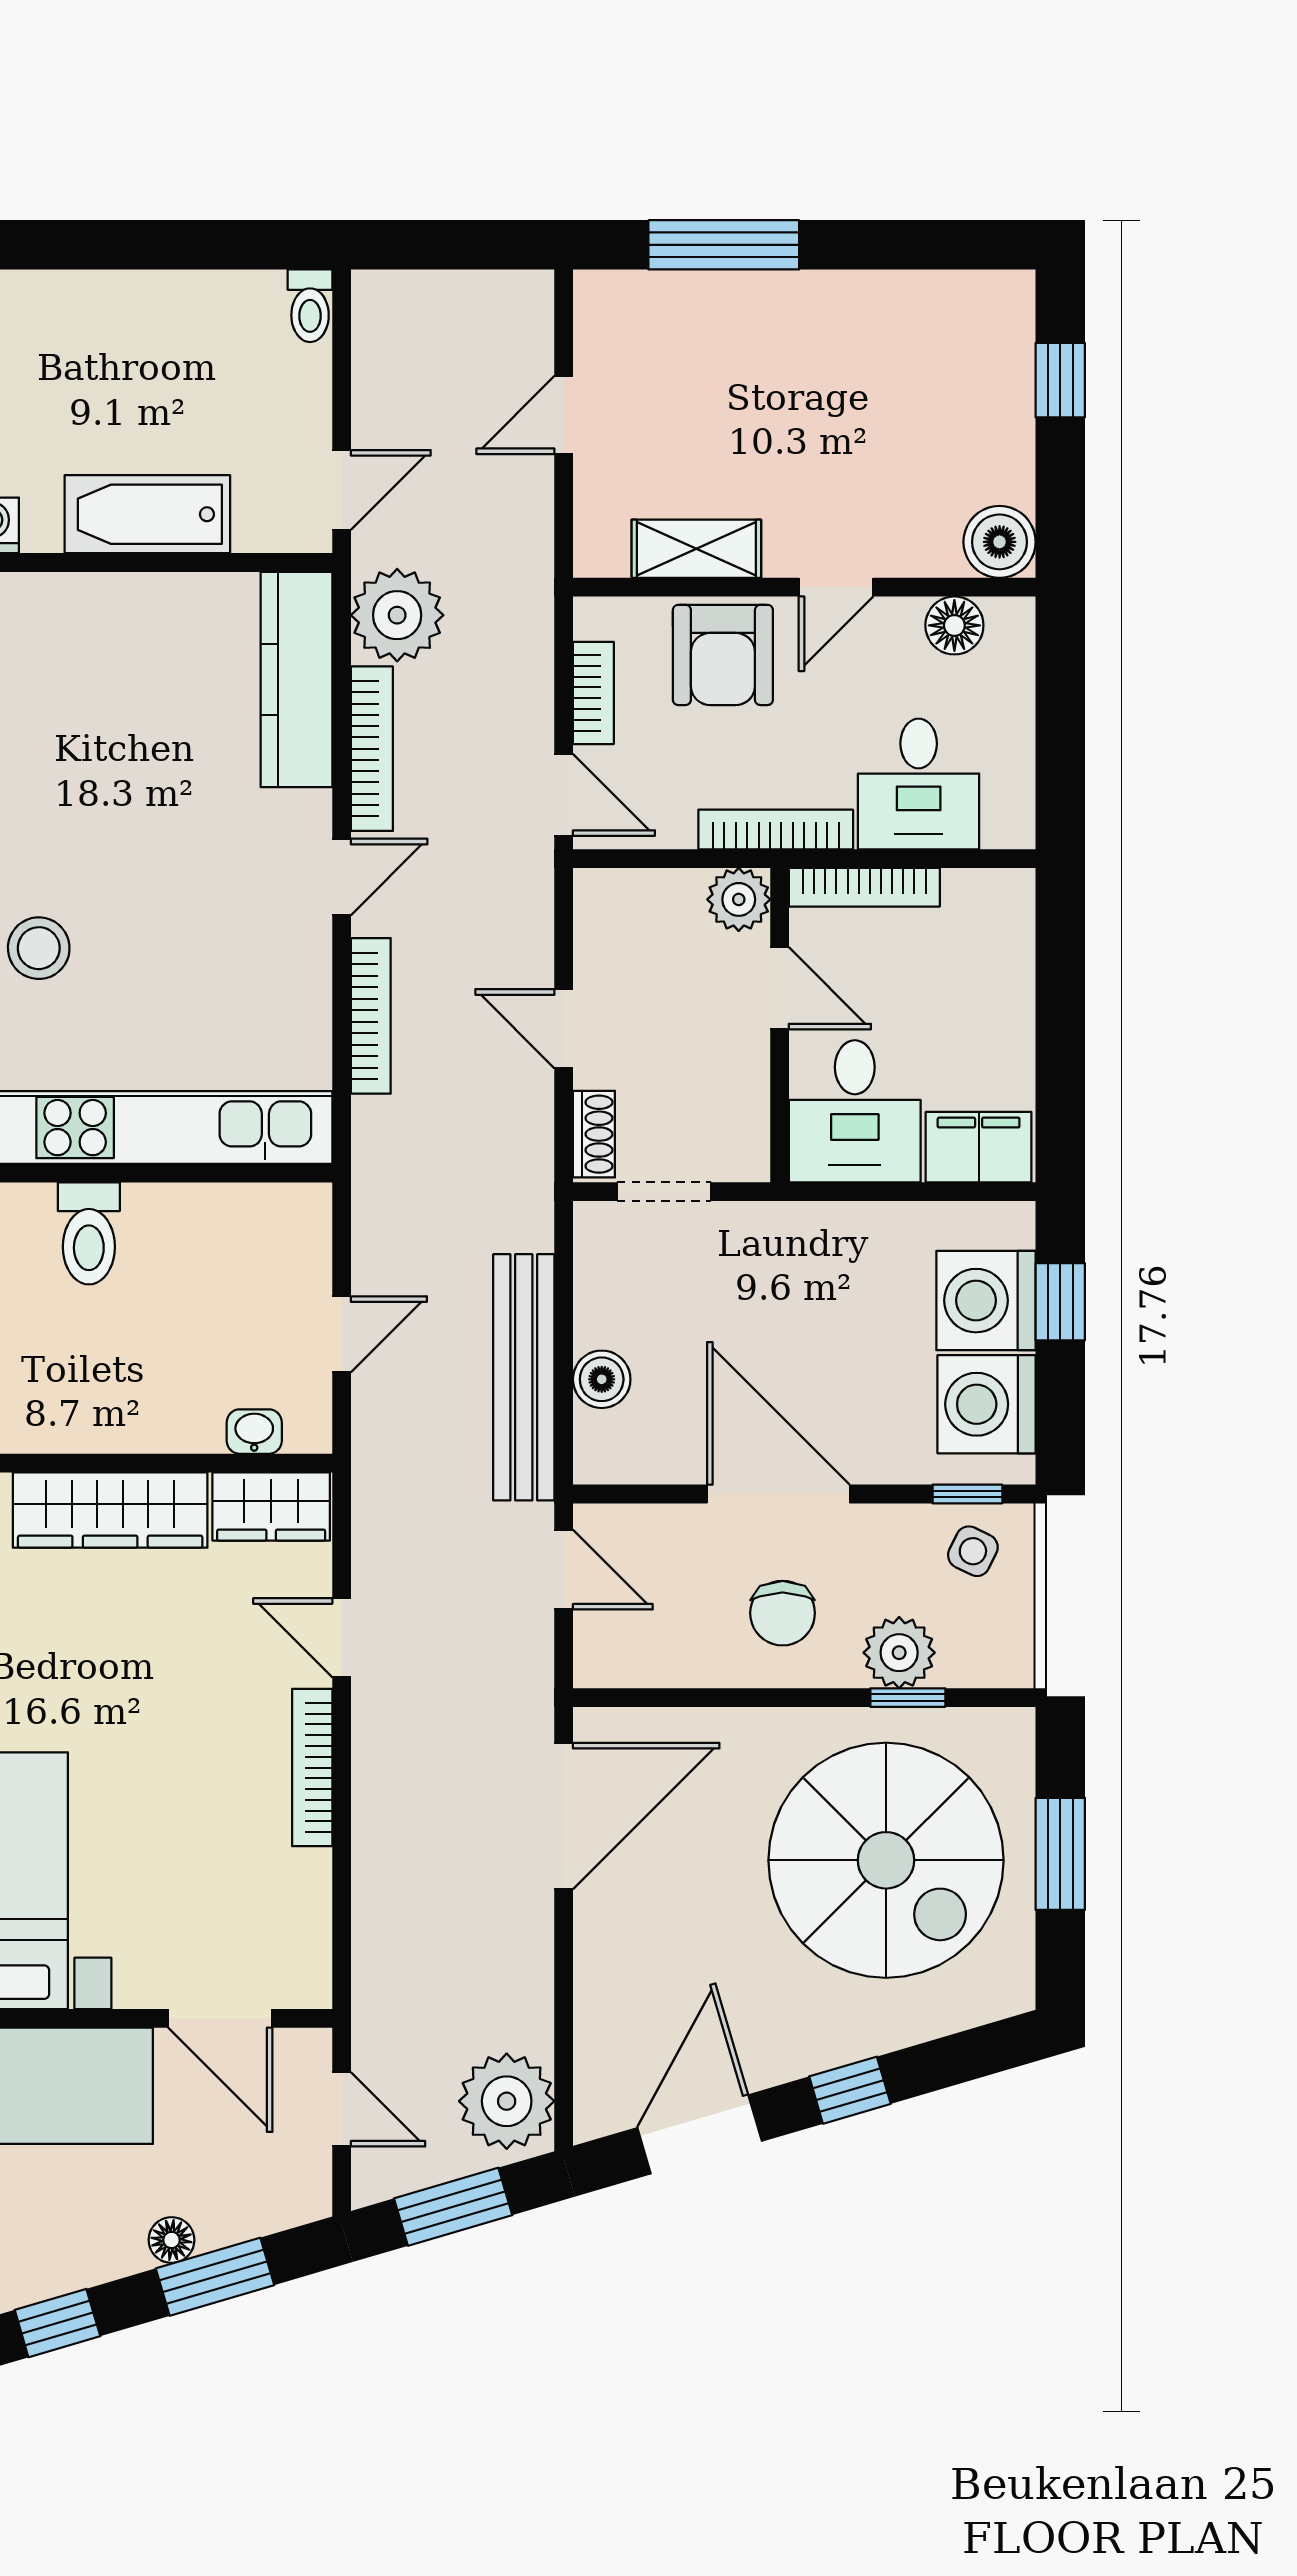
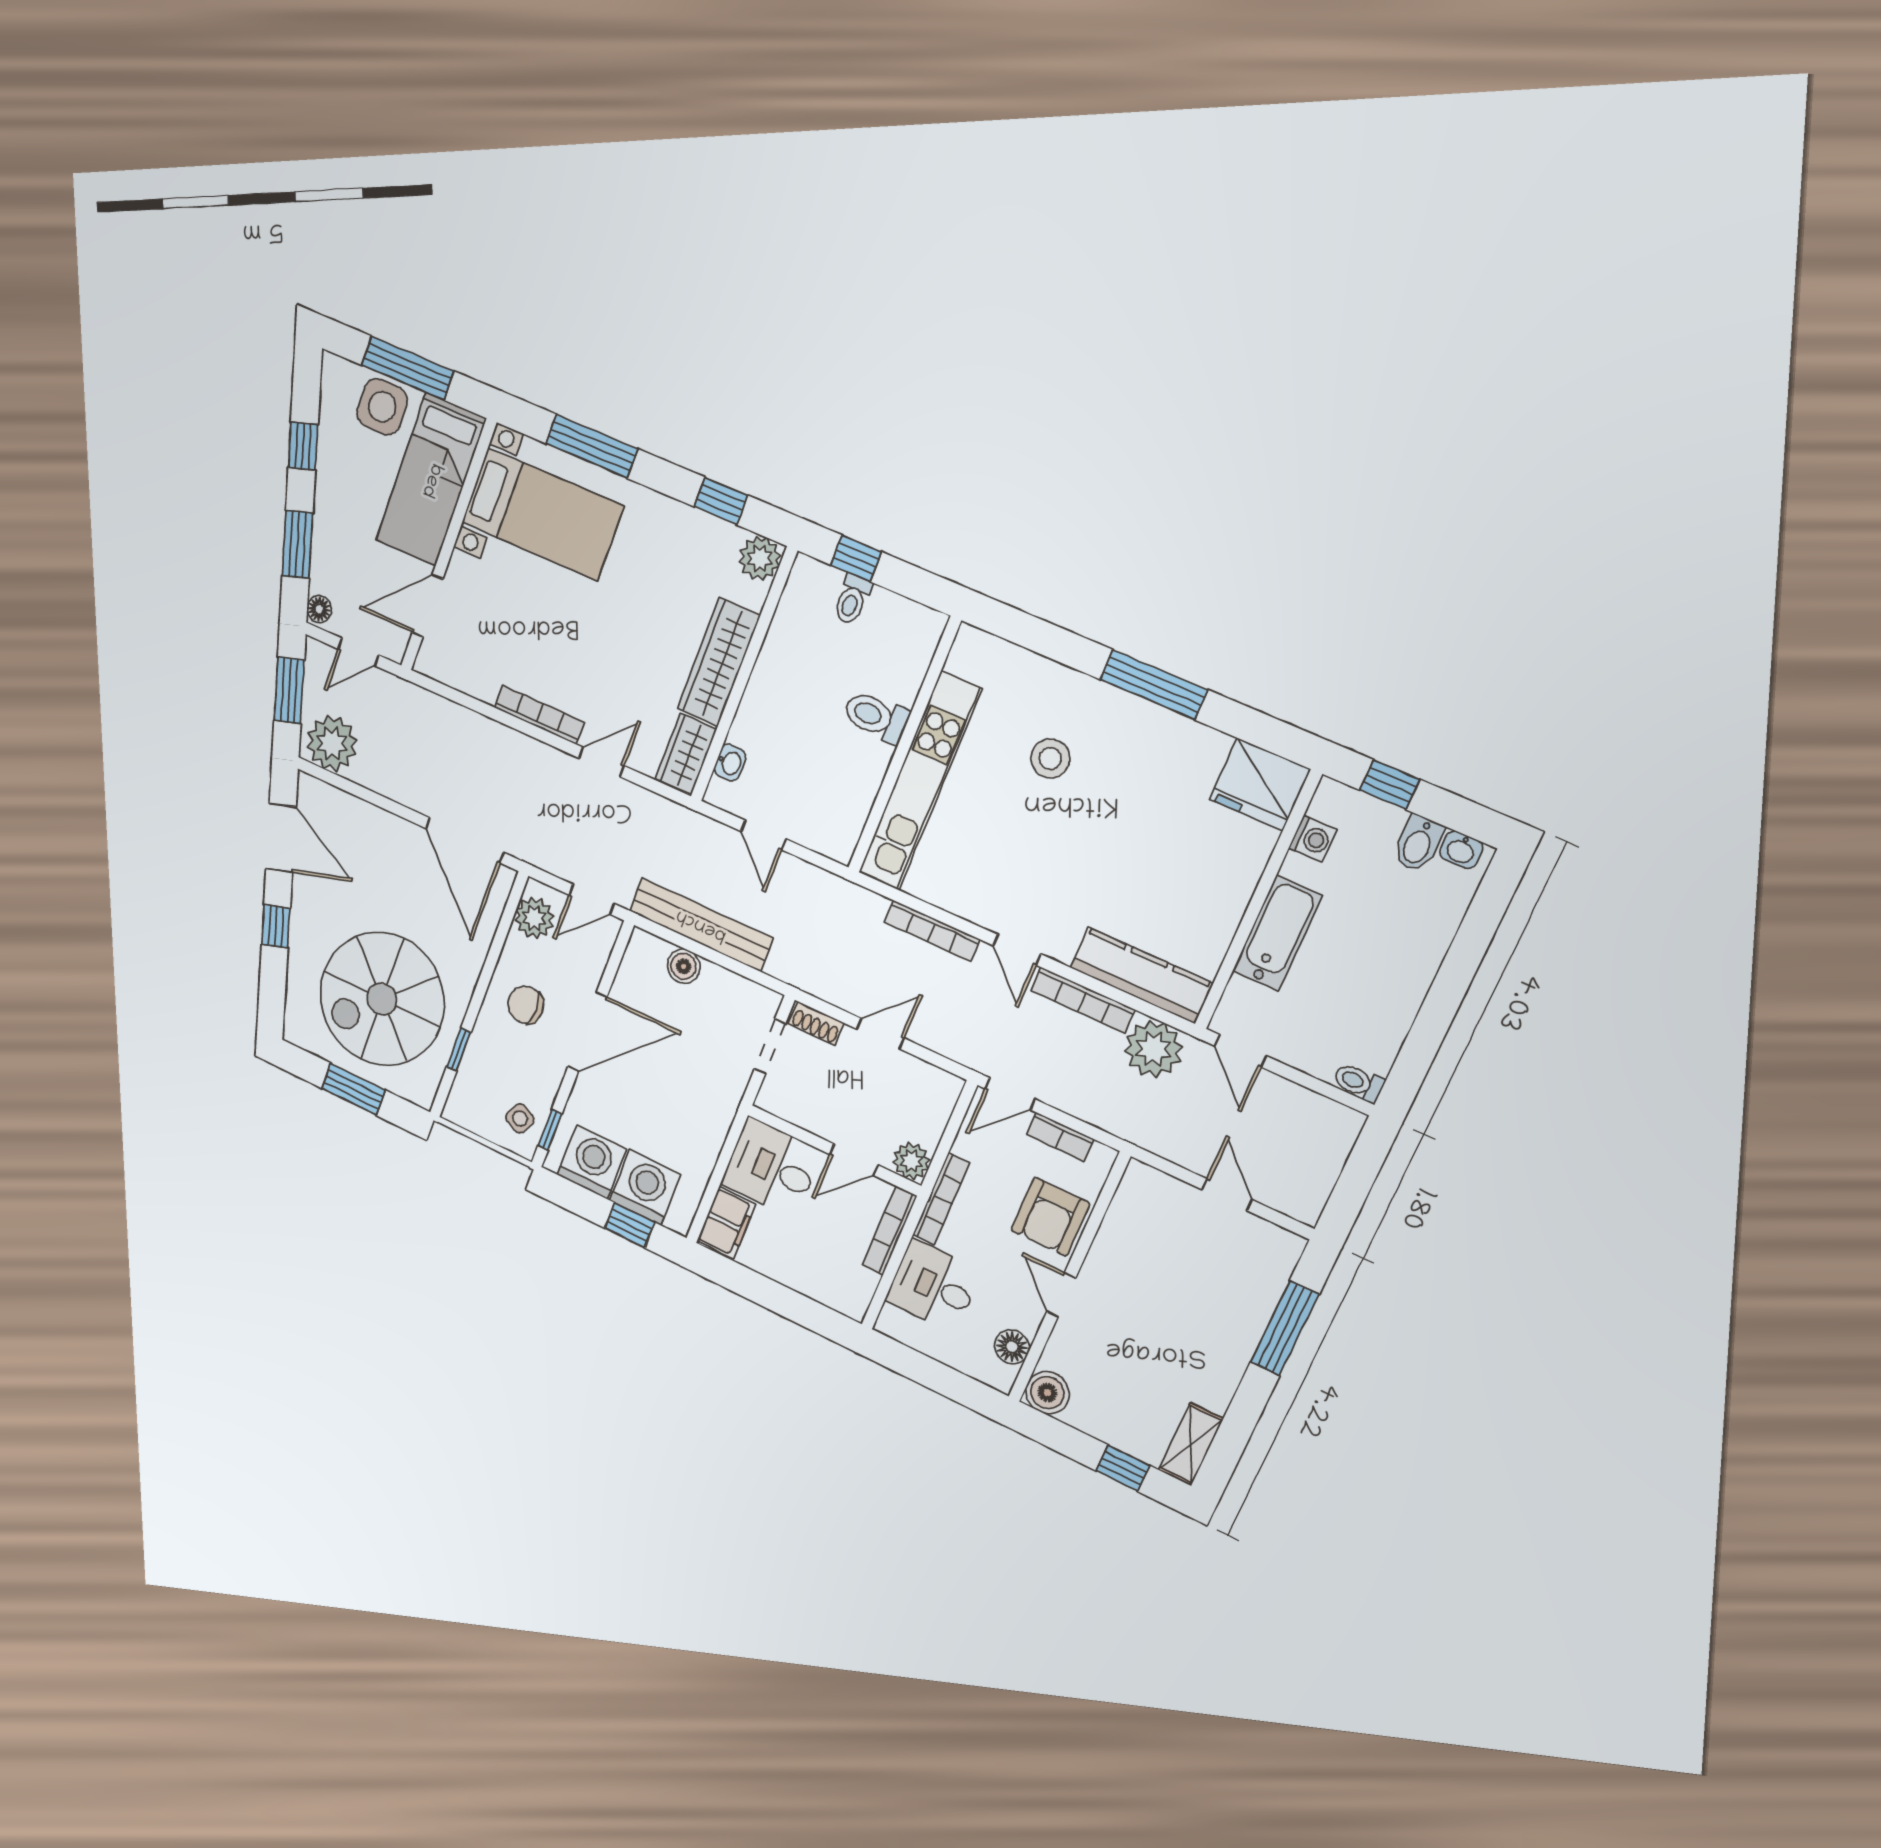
shelving: (696, 549) -> (1191, 1444), moved
armchair: (723, 655) -> (1050, 1217), turned -90
plant: (899, 1653) -> (534, 918), moved
floor lamp: (172, 2240) -> (319, 609), moved

